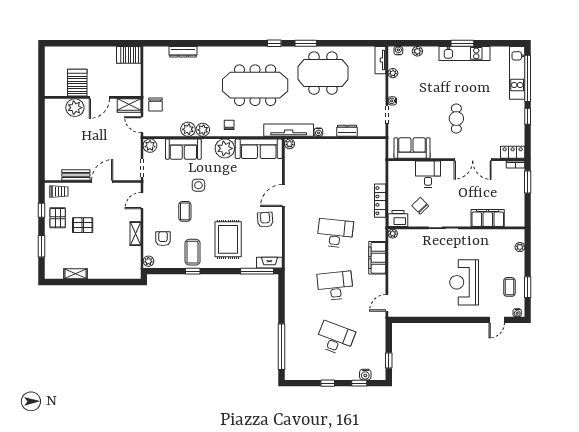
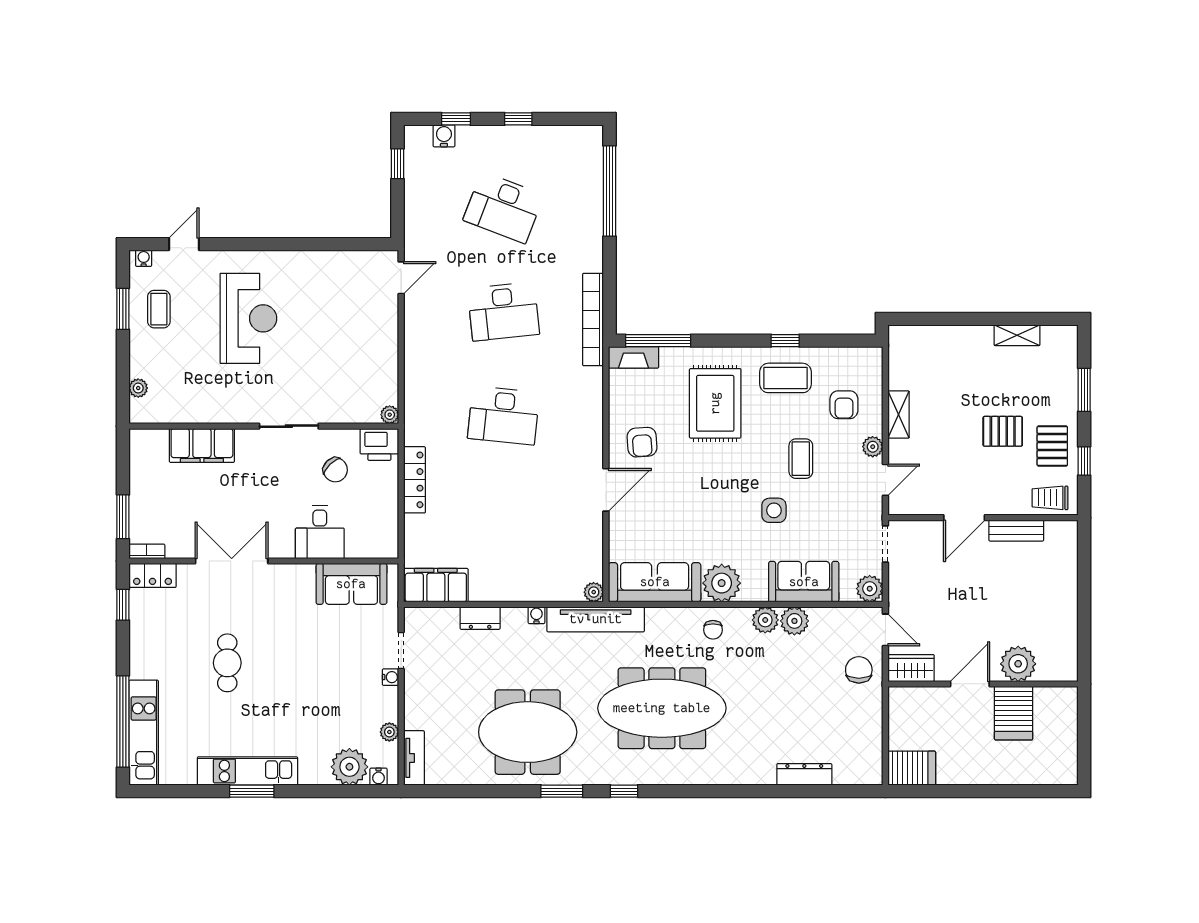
plant: (417, 51) -> (349, 767), width x1.88, depth x1.88
window: (528, 116) -> (123, 605), moved
cafe table: (456, 119) -> (227, 663), moved
coffee table: (193, 252) -> (786, 378), turned 90
filing cabinet: (377, 258) -> (436, 585), moved, turned -90
plant: (148, 261) -> (873, 447), moved
bookcase: (290, 282) -> (593, 319), added

